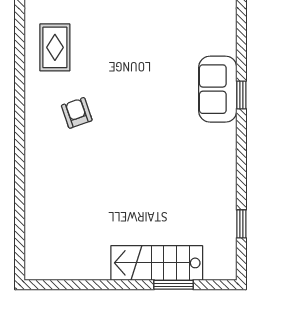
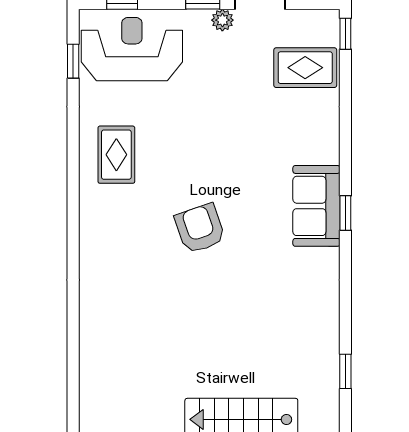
armchair: (77, 113) -> (200, 229), moved, width x1.38, depth x1.38

